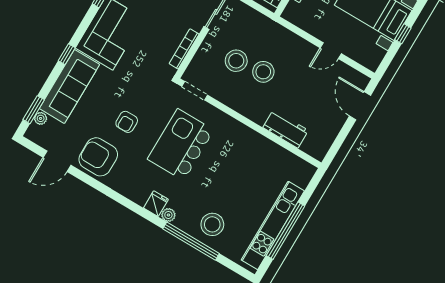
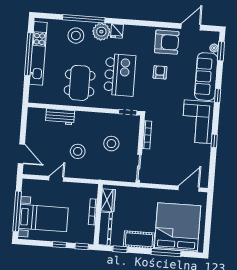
window: (403, 34) -> (17, 211), width x3.17
stool: (263, 72) -> (78, 151), moved
dining table: (238, 160) -> (80, 83), added
plant: (168, 215) -> (101, 32), width x1.88, depth x1.88

